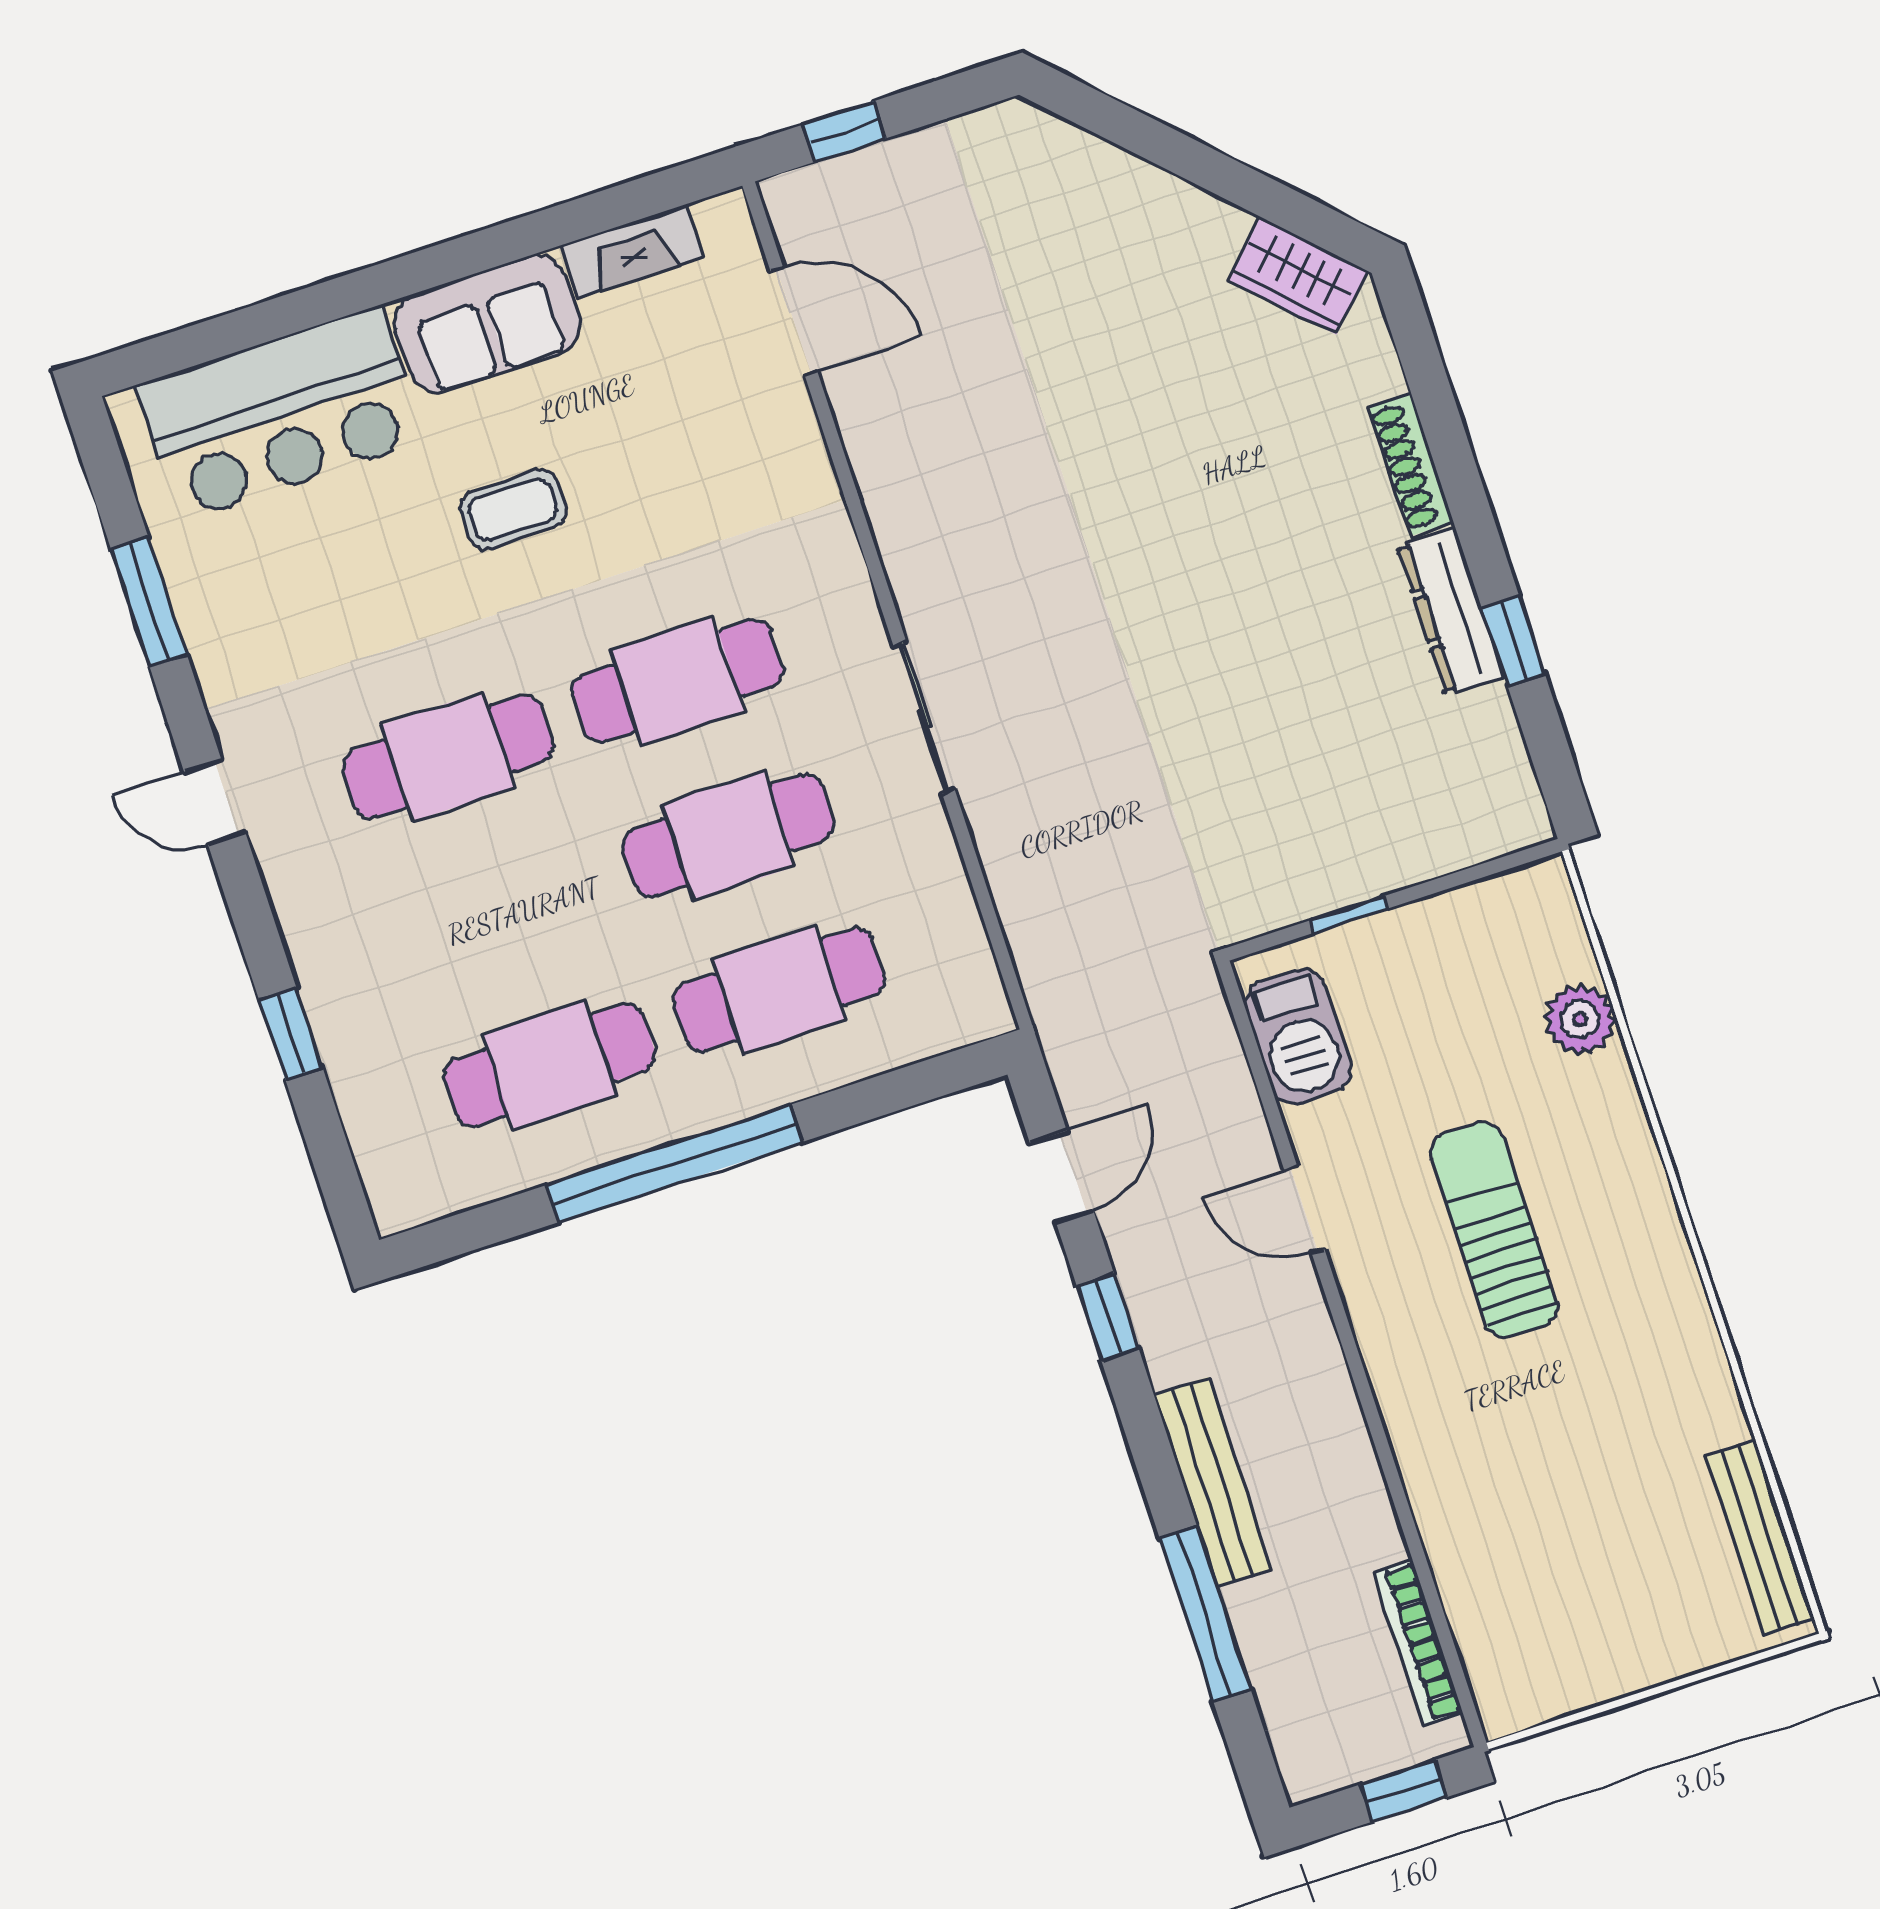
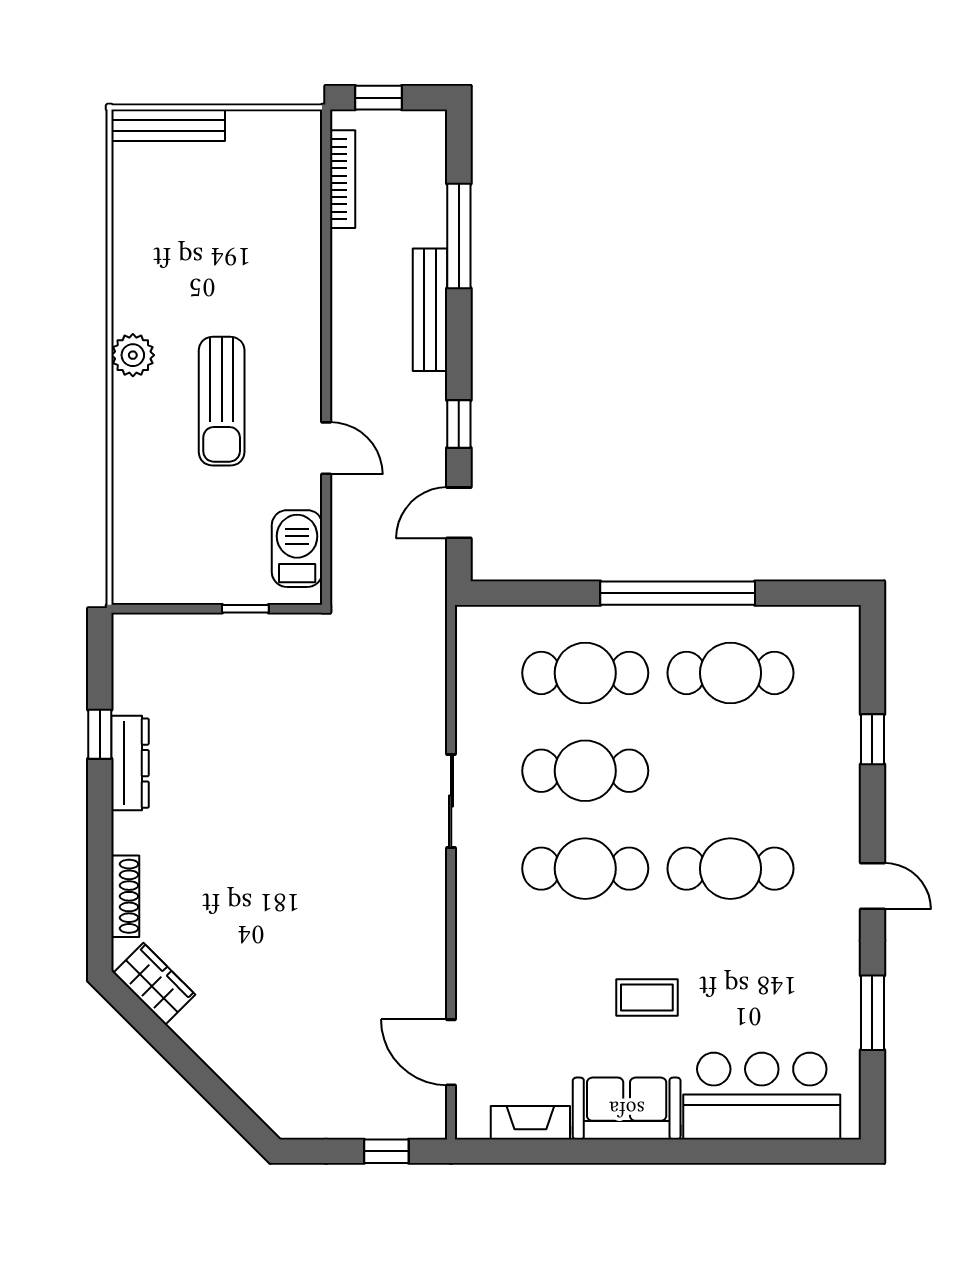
shoe rack: (1411, 465) -> (125, 896), moved
plant: (1580, 1019) -> (133, 355), moved
bench: (1760, 1537) -> (168, 125), moved, turned 90

